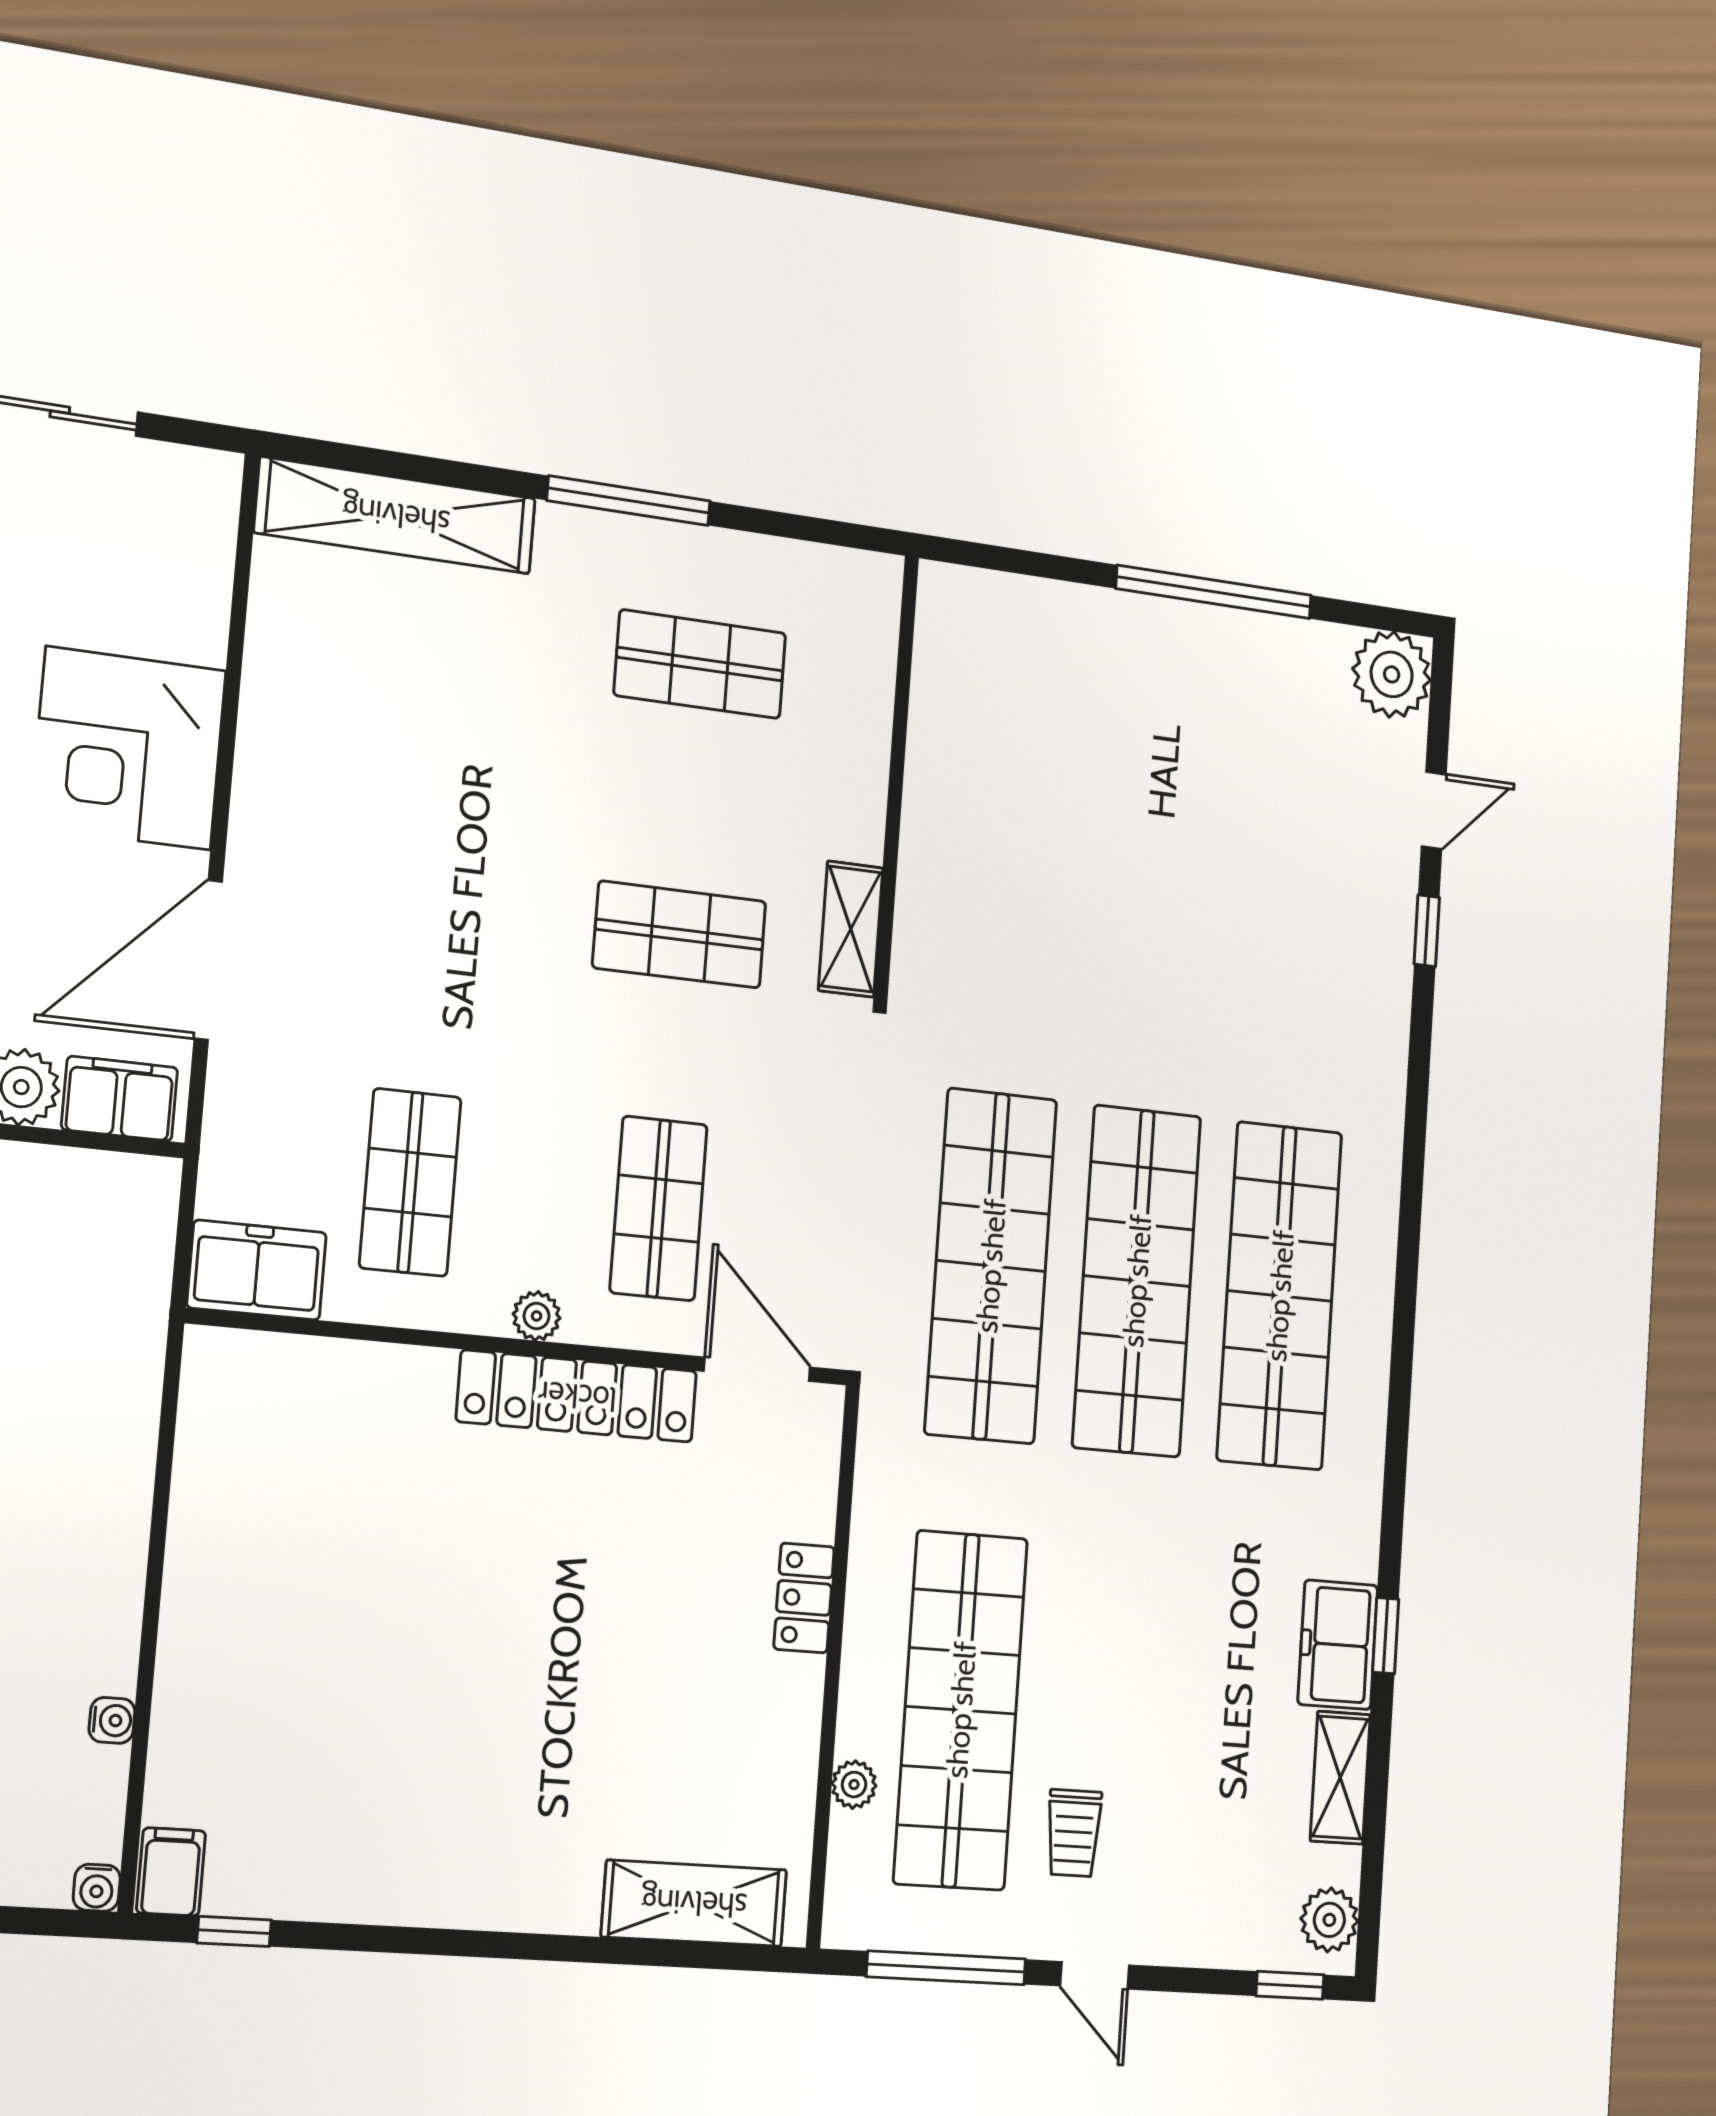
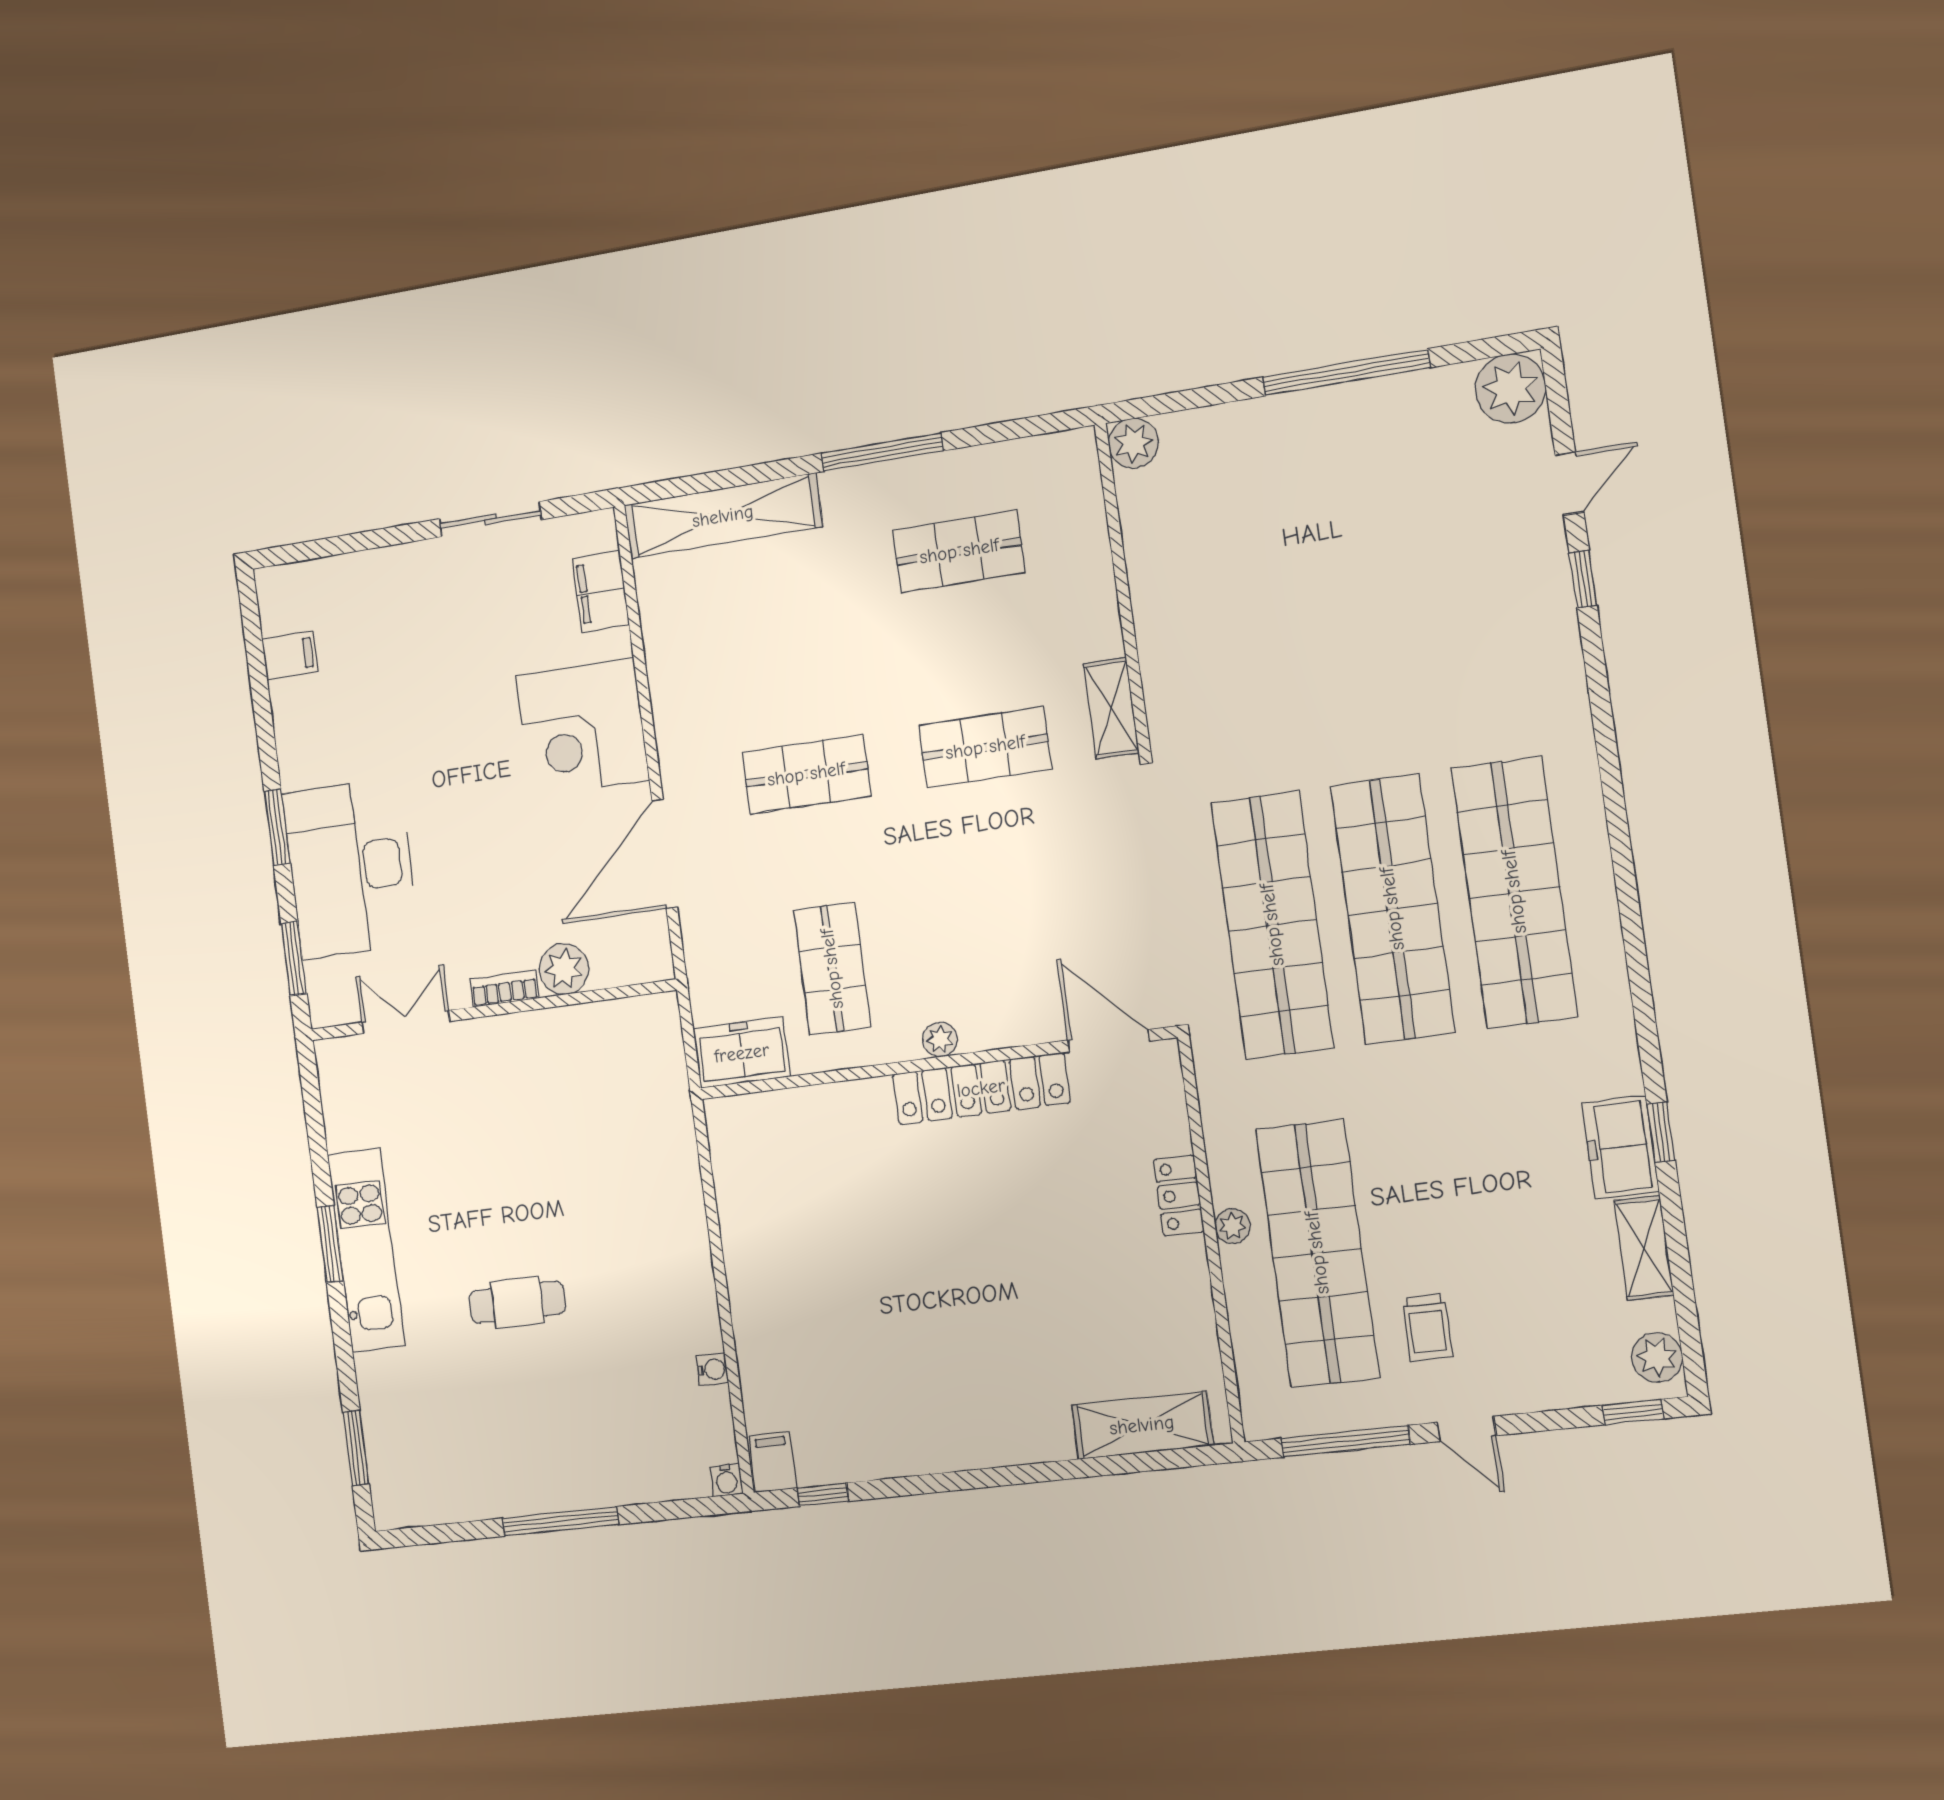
plant: (947, 595) -> (1133, 443), added
filing cabinet: (120, 1099) -> (601, 591), moved, turned -90
shop shelf: (659, 1208) -> (806, 774), moved, turned 90
plant: (854, 1785) -> (1232, 1226), moved

